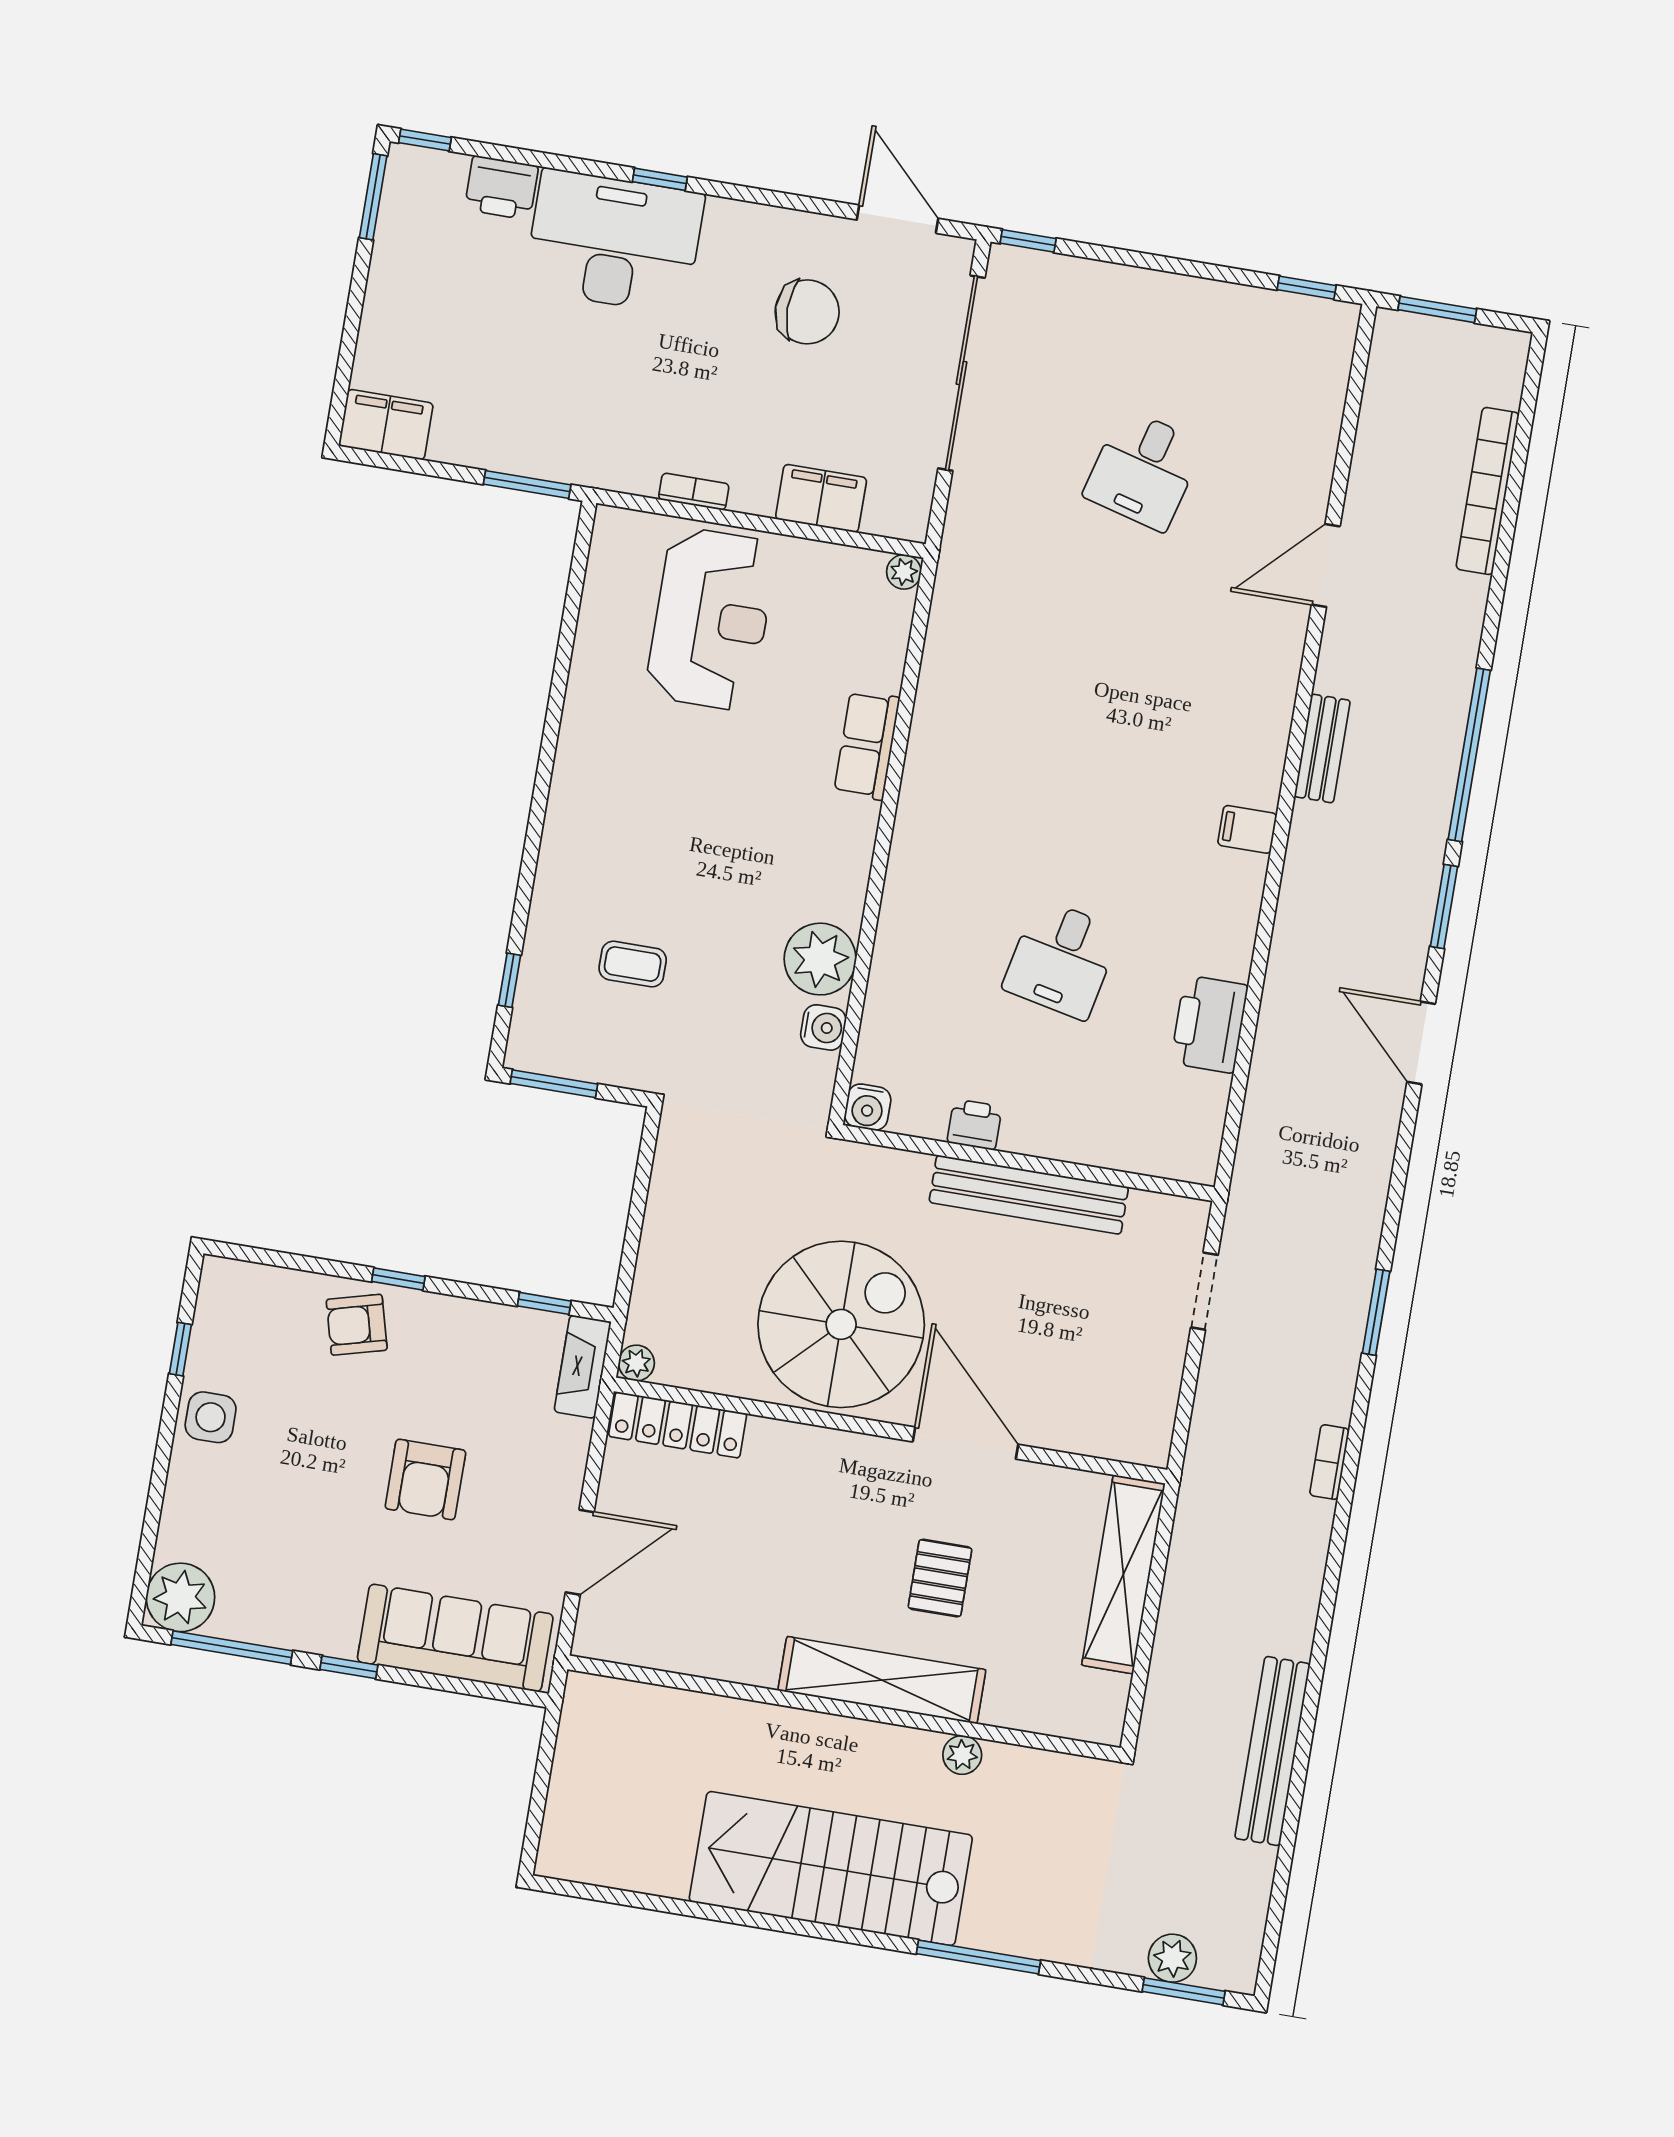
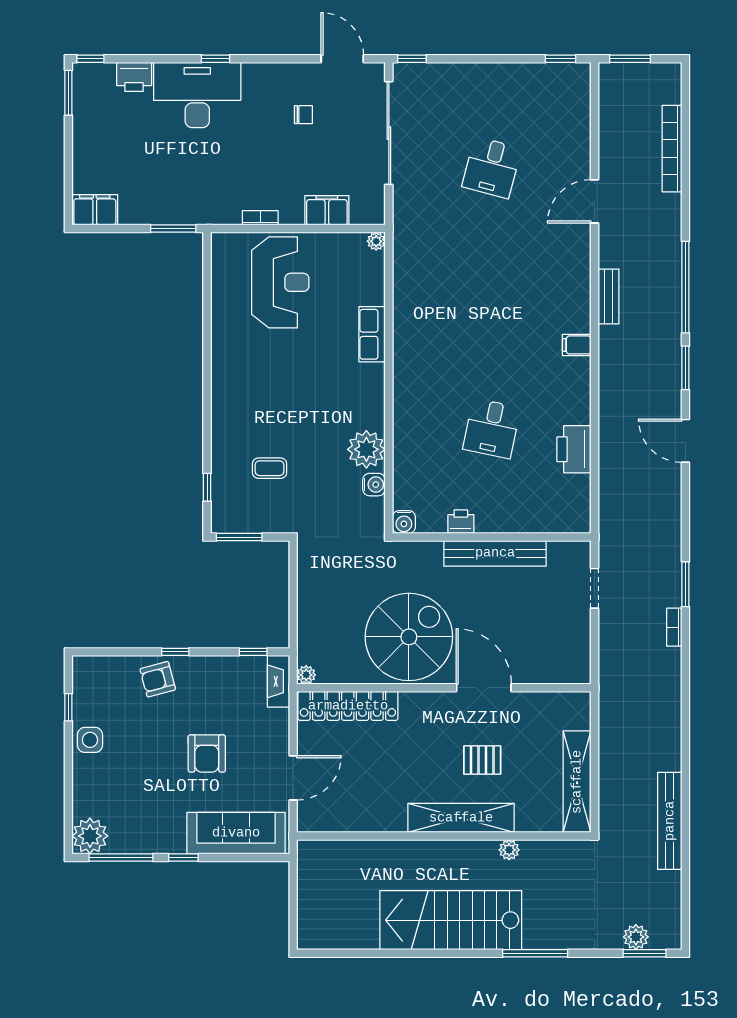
chair: (807, 312) -> (303, 115), width x0.54, depth x0.54
locker: (678, 1425) -> (348, 706), width x1.41, depth x1.21
bookcase: (1329, 1462) -> (674, 627), moved
shelving: (1123, 1574) -> (577, 782), moved
pallet: (940, 1578) -> (482, 760), turned 90

